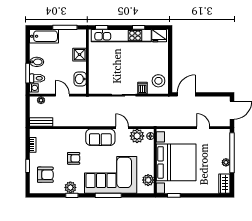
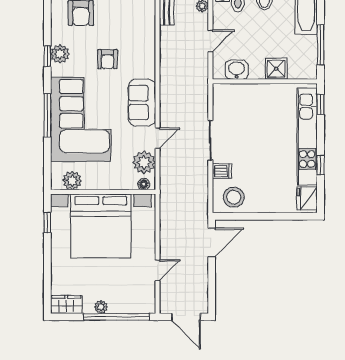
door: (186, 94) -> (212, 242), hinge flipped

